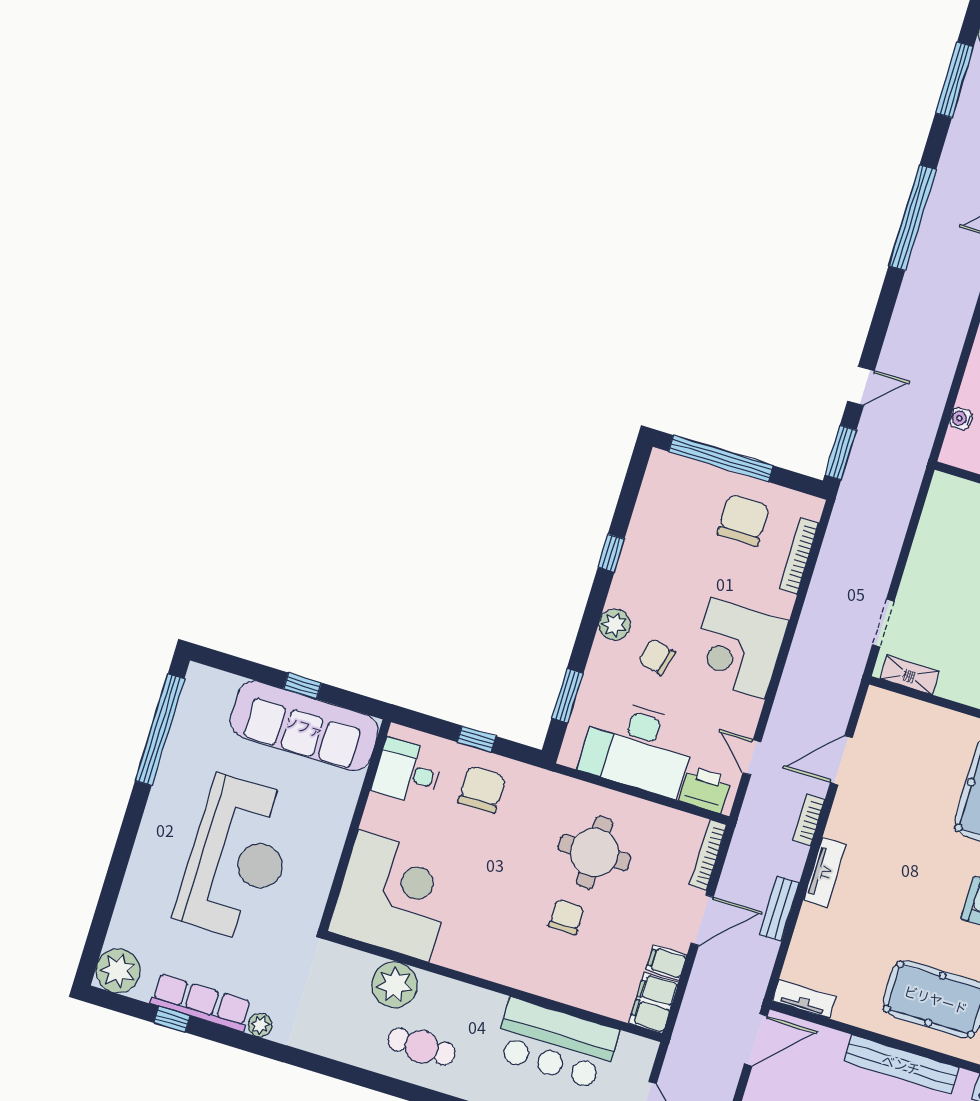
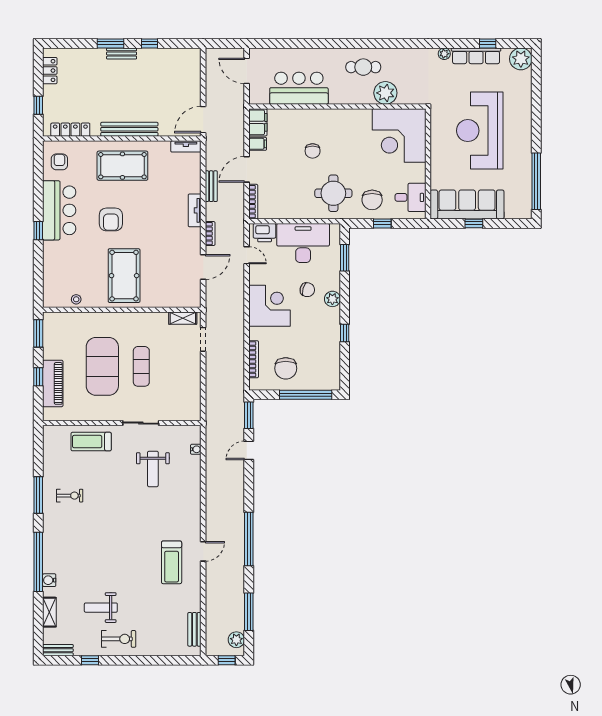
round table: (594, 853) -> (333, 193), moved

